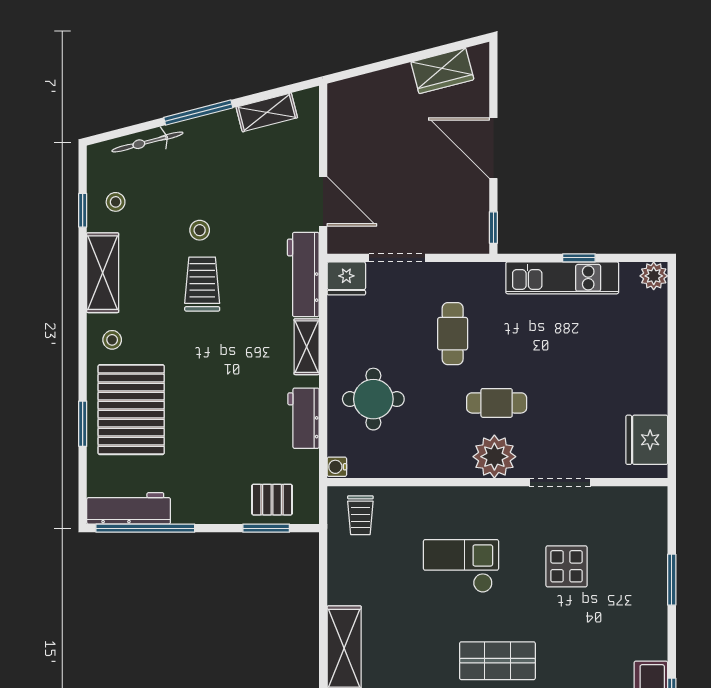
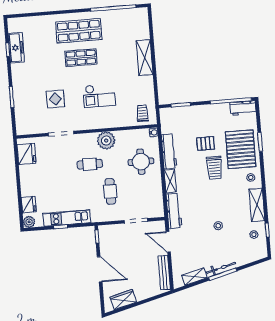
bench: (339, 128) -> (164, 273), added
bicycle: (147, 142) -> (221, 268), moved
fridge: (346, 278) -> (29, 205), moved, turned 90
trolley: (202, 284) -> (214, 168), moved
workbench: (304, 418) -> (169, 151), width x1.37
plant: (494, 457) -> (106, 141), moved
pallet: (272, 500) -> (206, 143), moved
workbench: (129, 508) -> (243, 108), width x0.73

